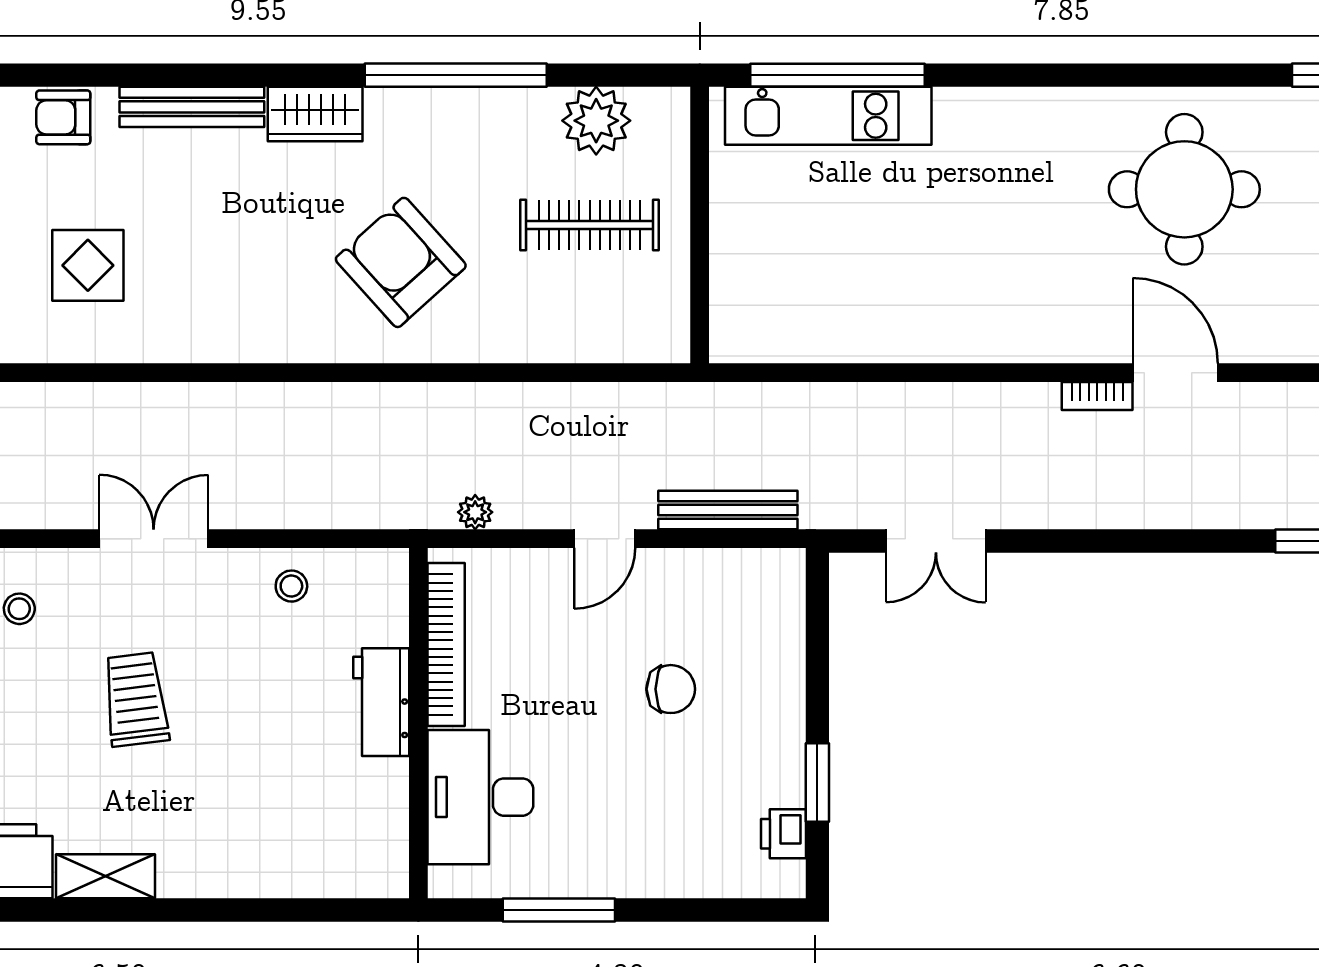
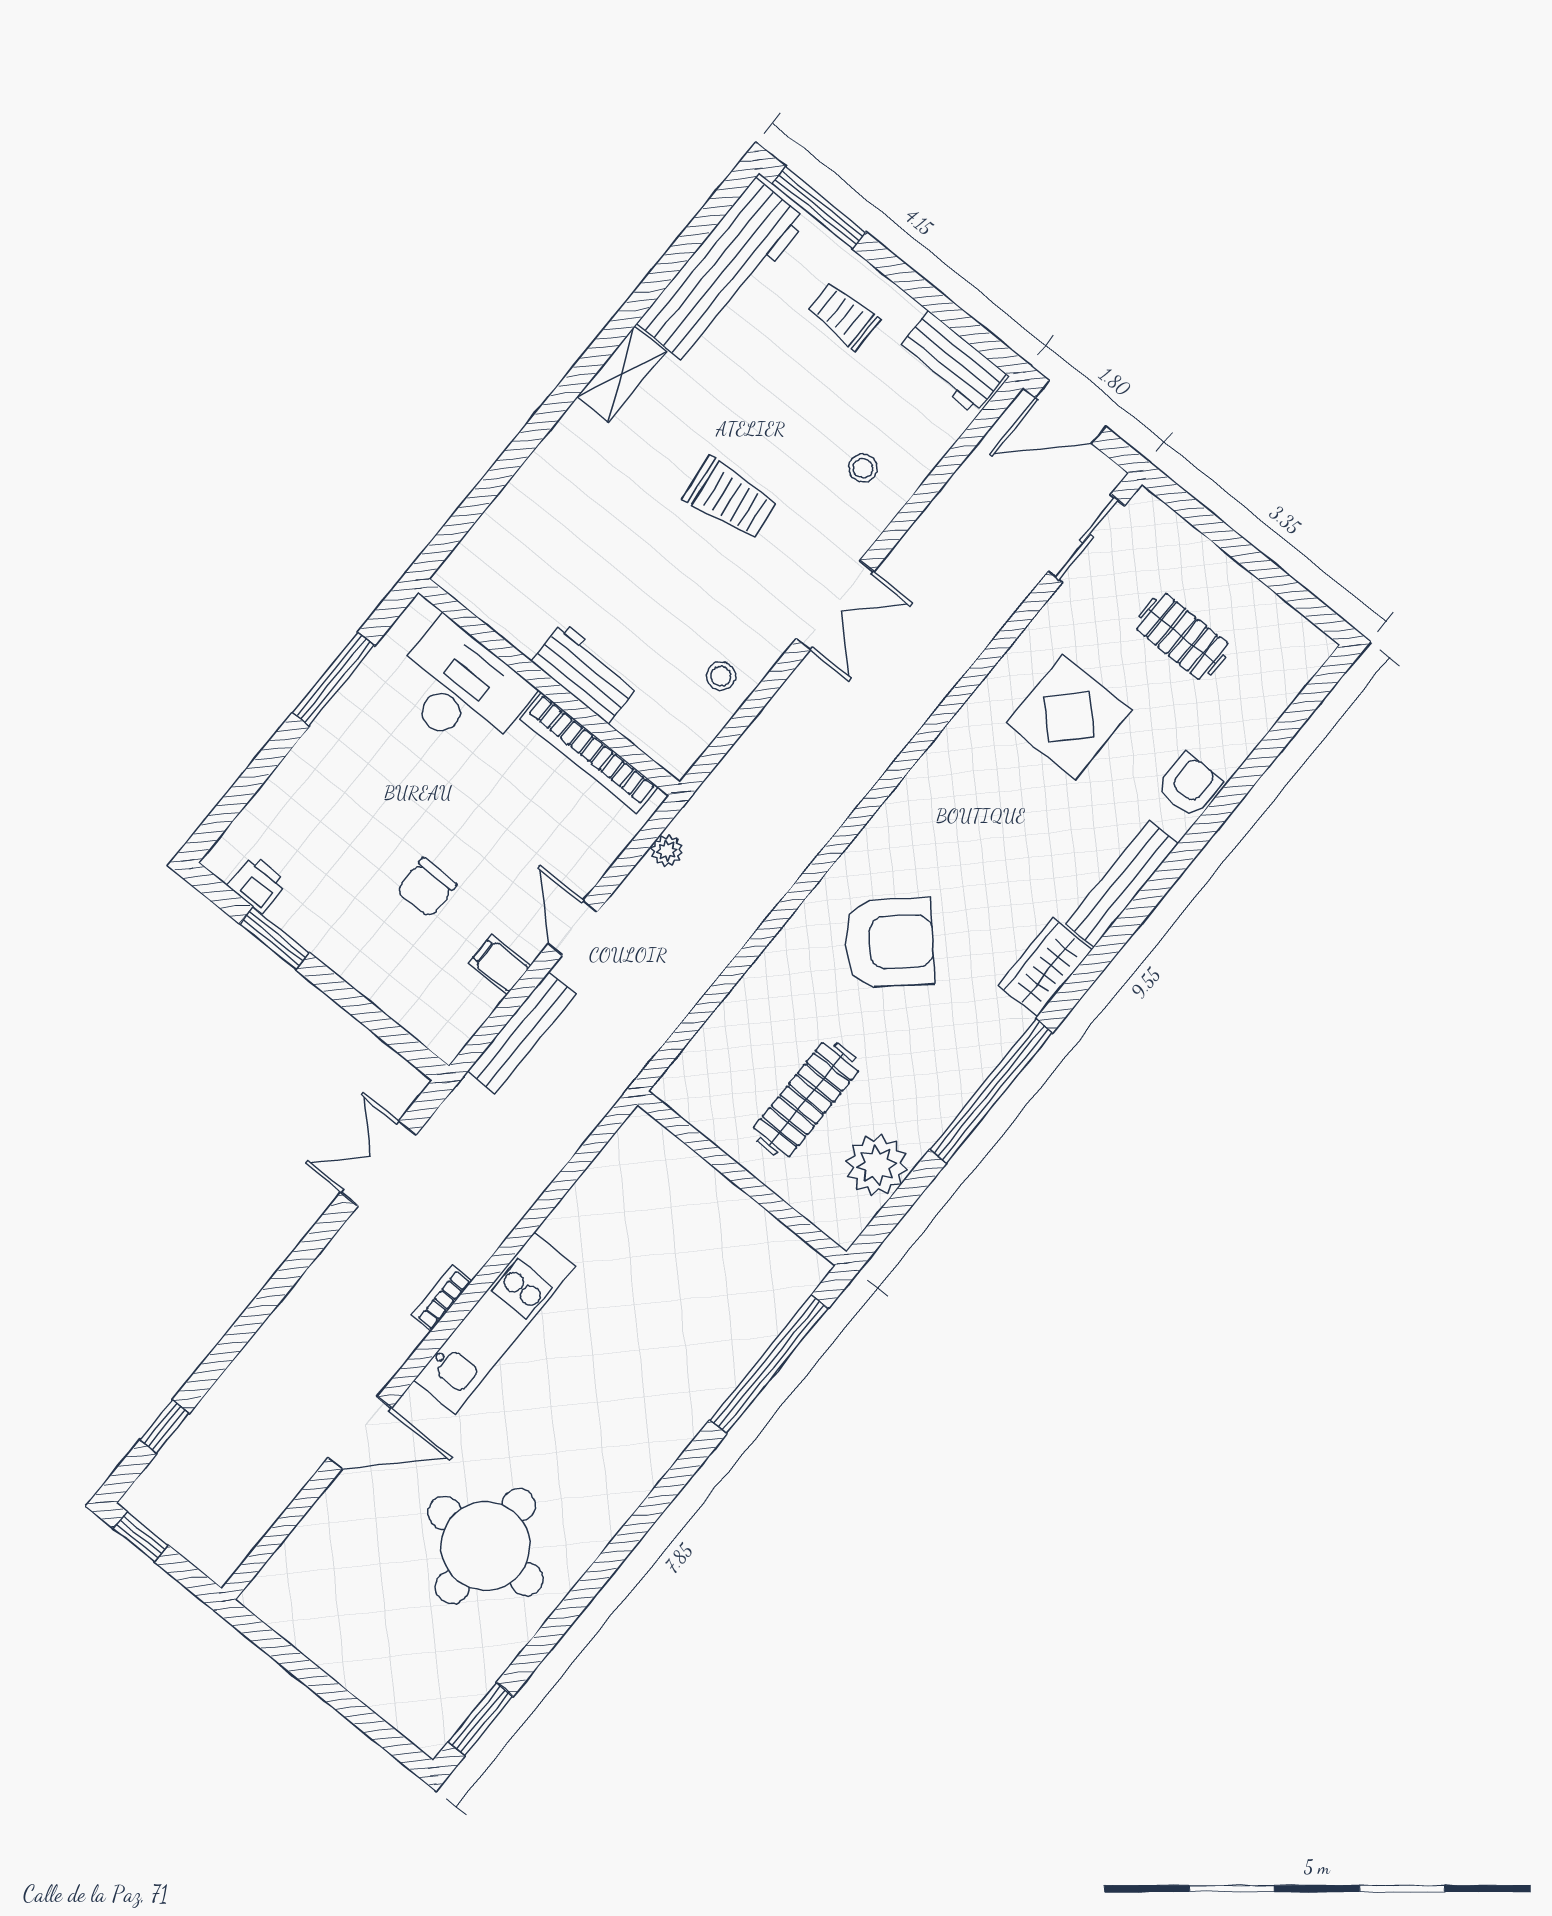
kitchen unit: (828, 116) -> (495, 1323), moved, turned 180
display table: (88, 265) -> (1069, 717), width x1.36, depth x1.36
bookcase: (1097, 396) -> (442, 1298), moved
filing cabinet: (686, 575) -> (500, 965), added

